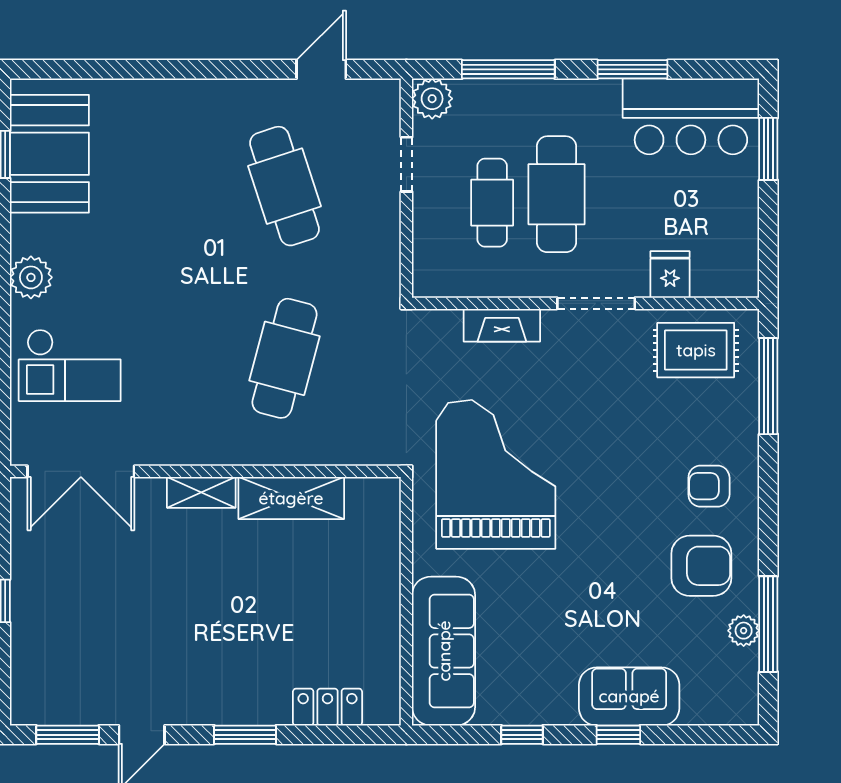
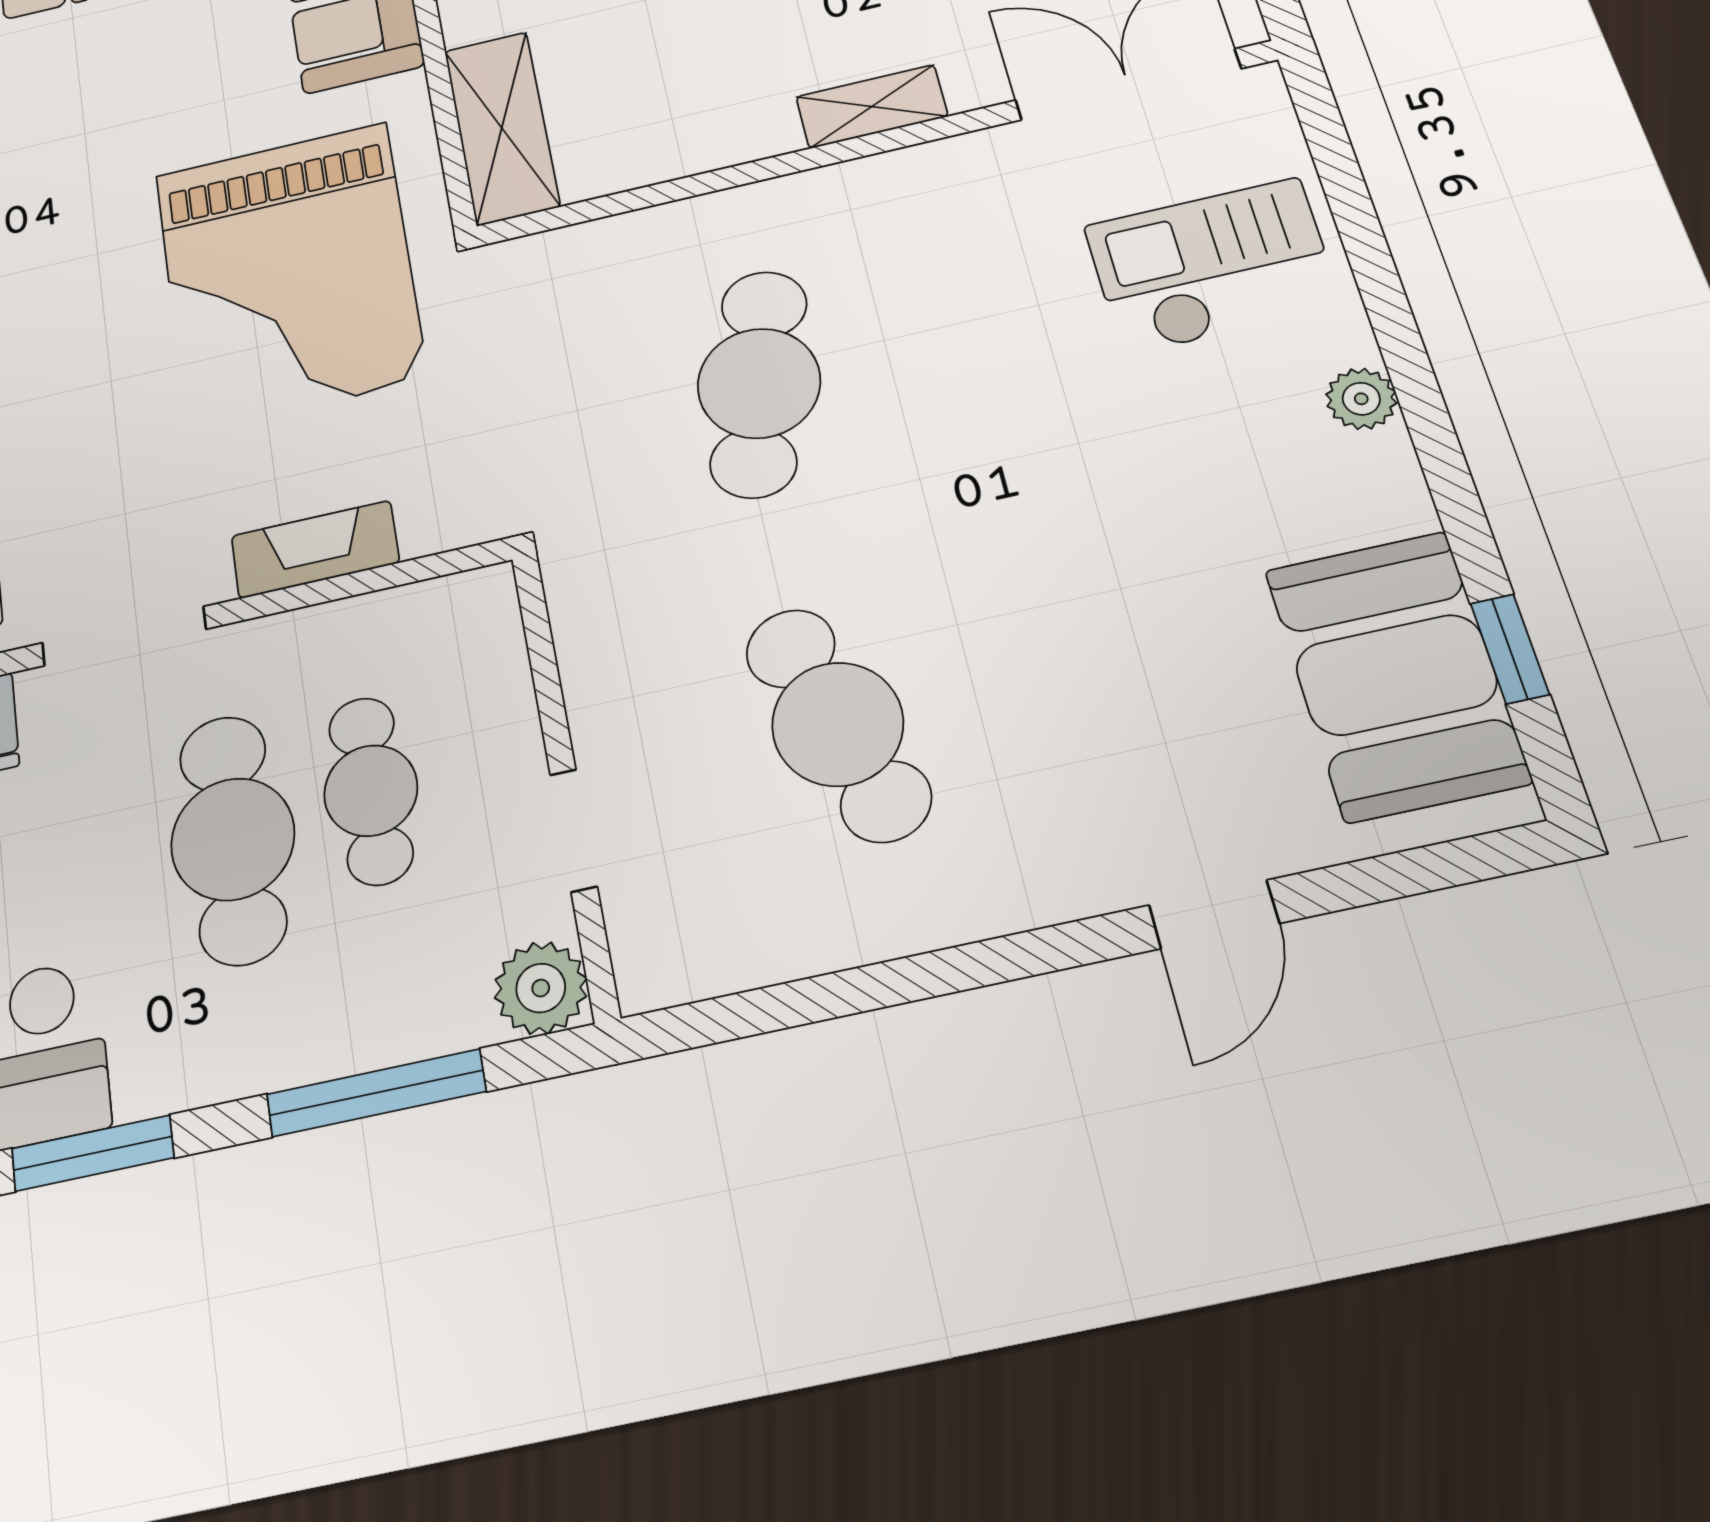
door: (321, 69) -> (1214, 914), moved
plant: (31, 277) -> (1361, 399), width x0.73, depth x0.73
shelving: (291, 498) -> (502, 128), moved, turned 90

